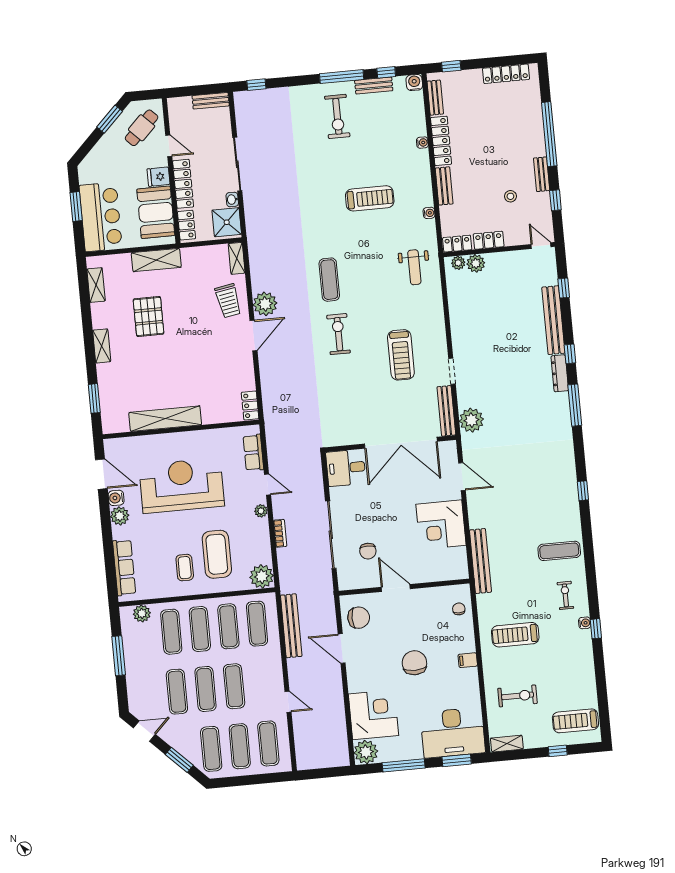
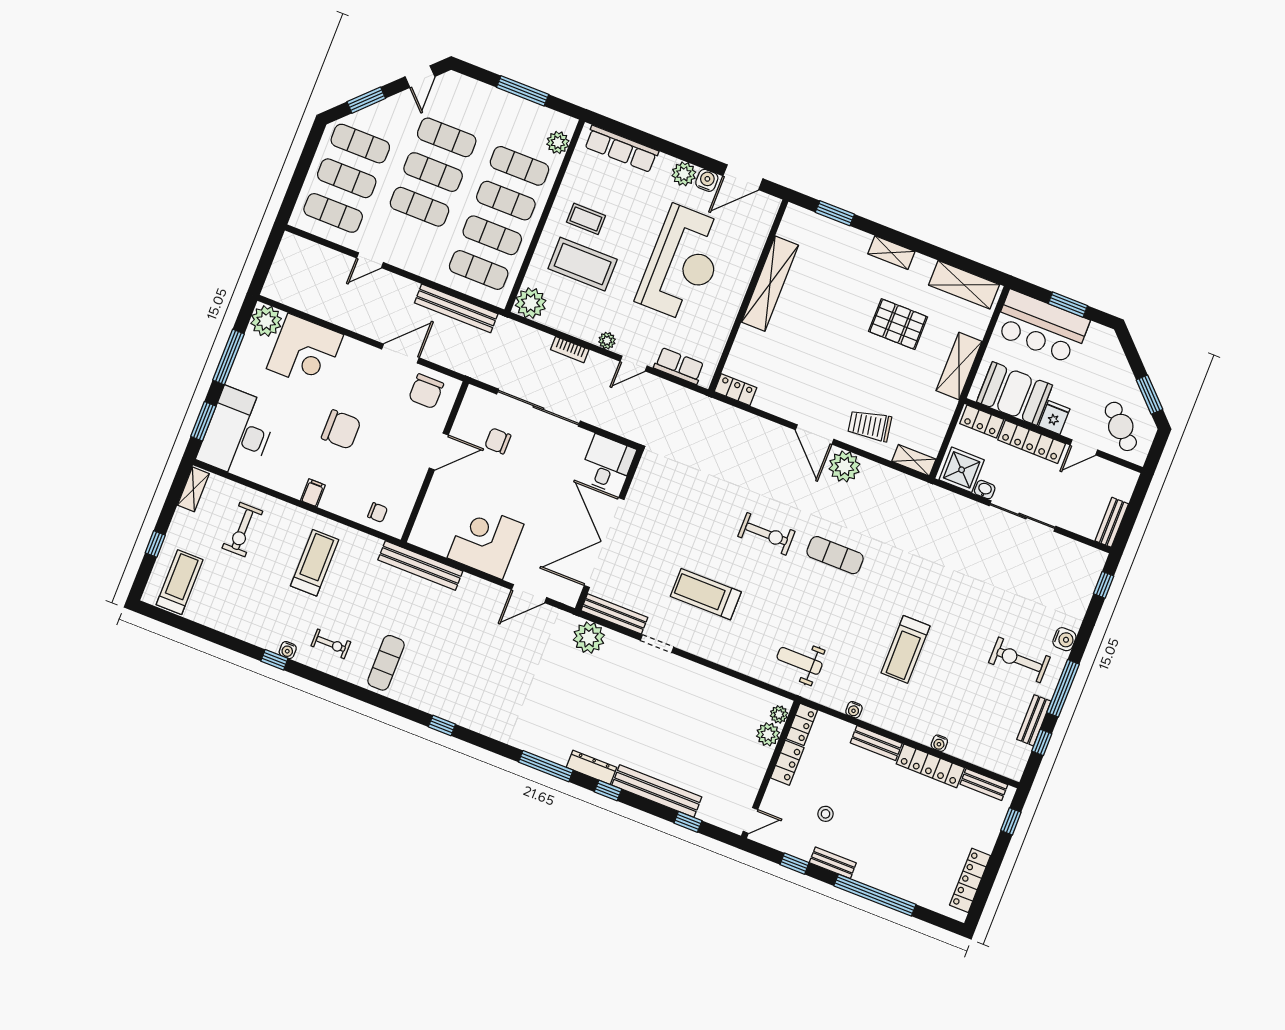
water cooler: (414, 83) -> (1064, 639), moved
shelving: (96, 285) -> (964, 285), width x1.50, depth x1.33

